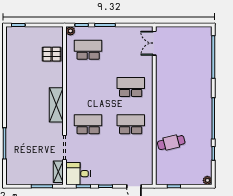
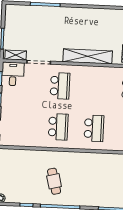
shelving: (56, 105) -> (88, 56), width x1.47
cafe table: (171, 143) -> (54, 181), moved

